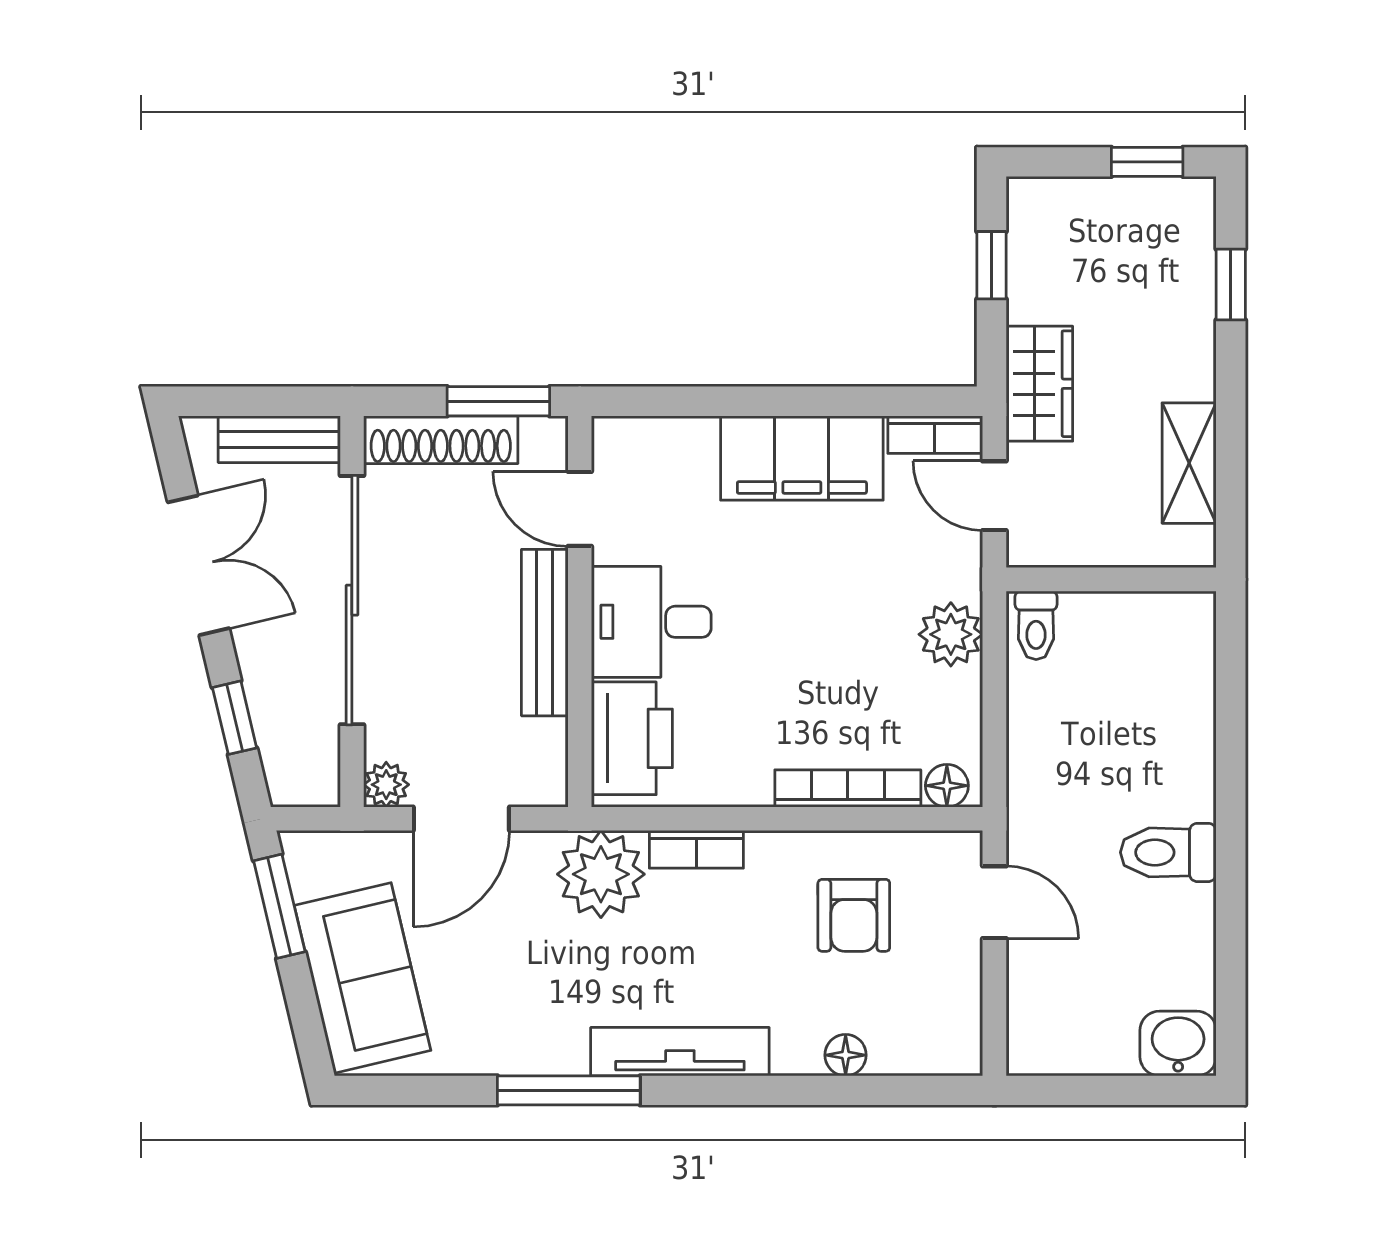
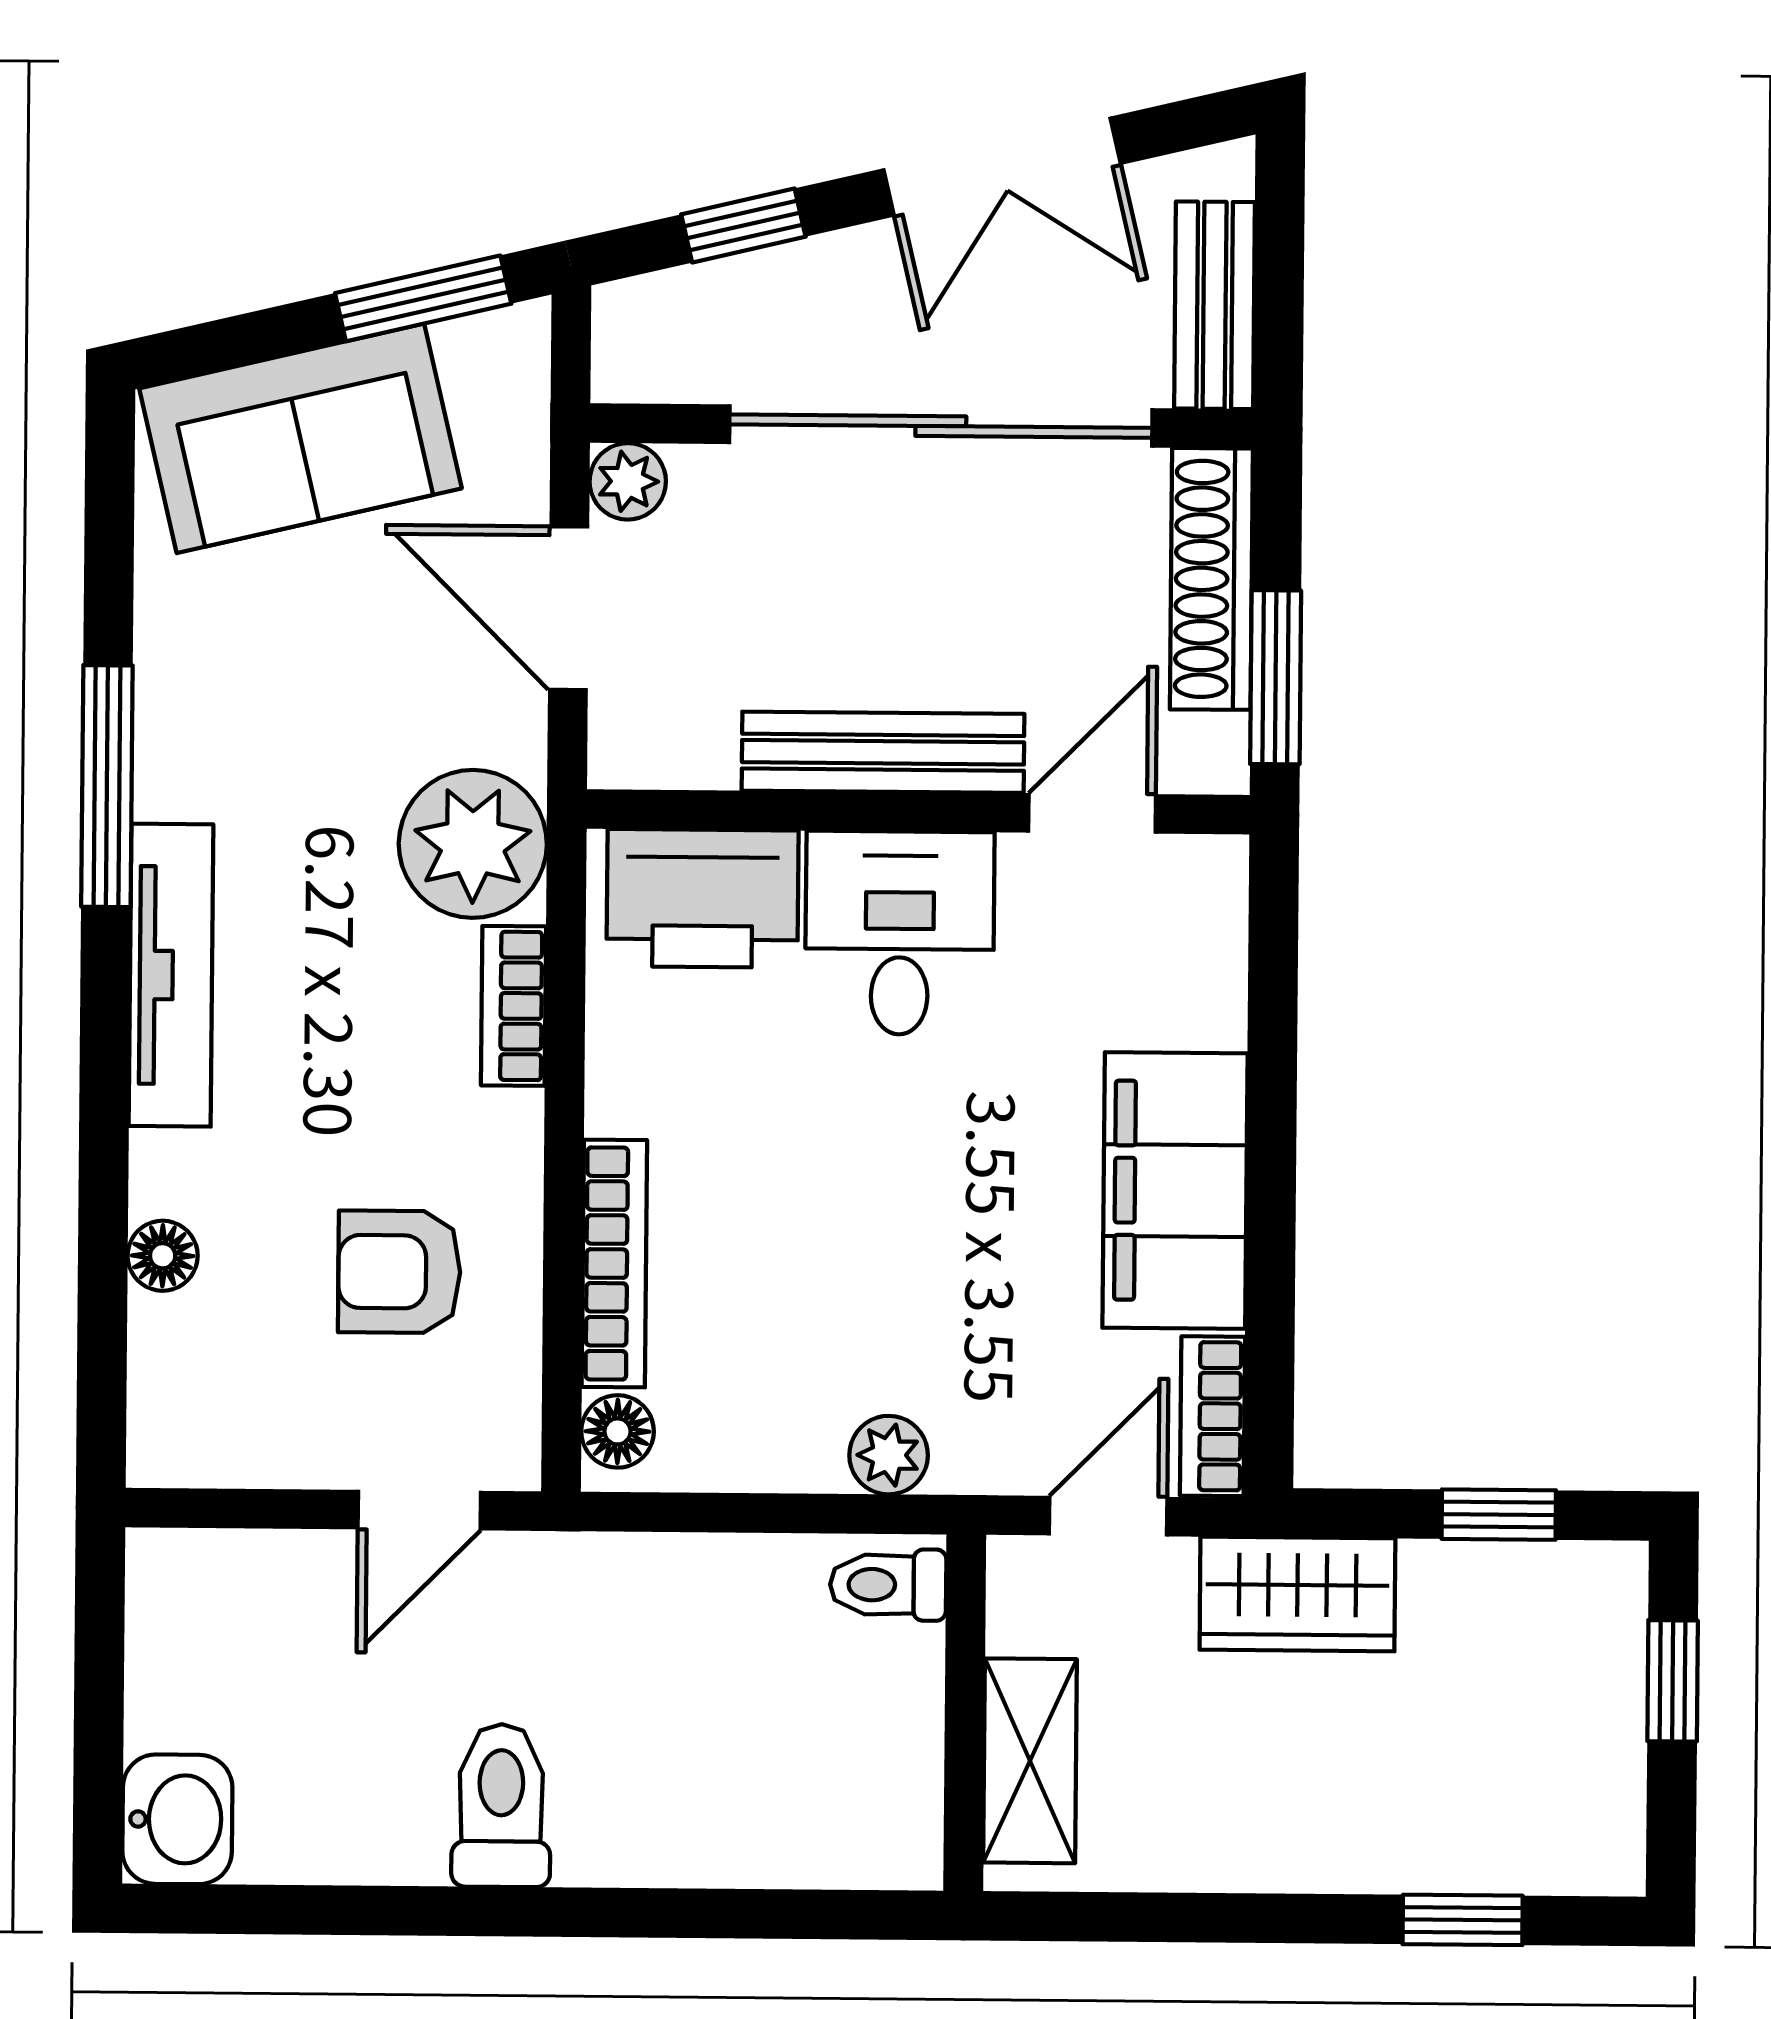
window: (1147, 162) -> (1673, 1681), moved
shelving: (1189, 463) -> (1030, 1761), moved, turned 90
plant: (951, 634) -> (889, 1455), width x0.73, depth x0.73

